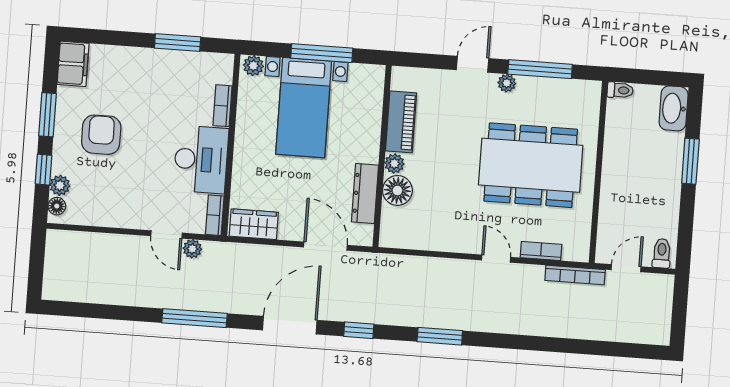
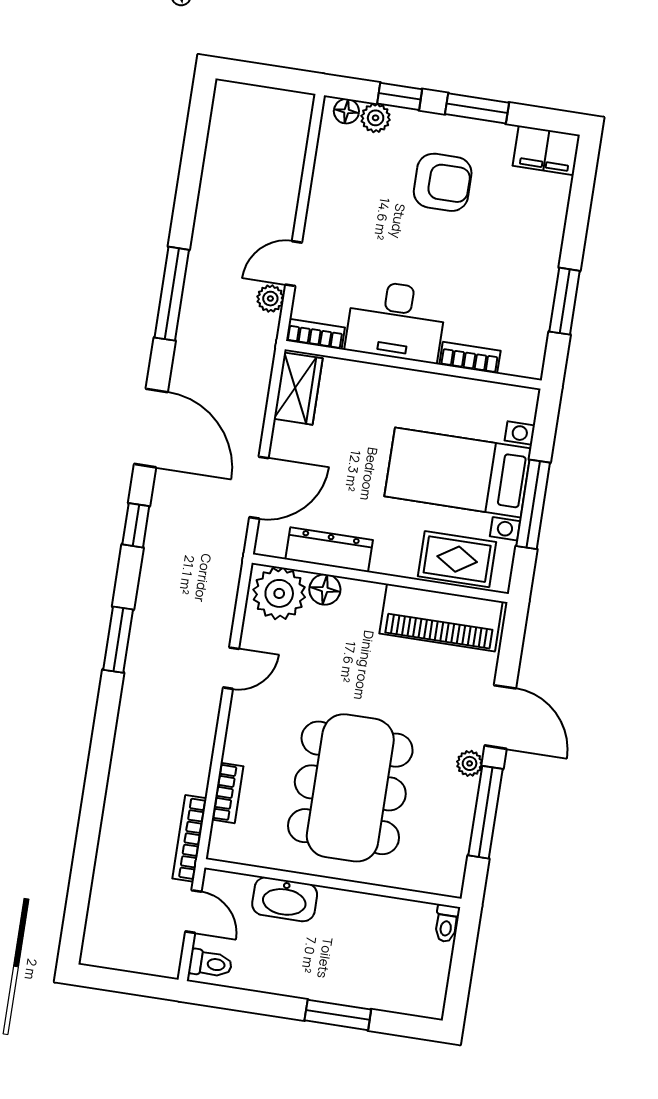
door: (473, 64) -> (500, 717), width x1.38
plant: (253, 66) -> (523, 406), removed
rug: (364, 103) -> (457, 559), added
washbasin: (674, 108) -> (285, 899), moved, turned 180
piano: (401, 122) -> (441, 618), width x1.37, depth x1.33
plant: (394, 163) -> (279, 593), moved, width x1.88, depth x1.88
floor lamp: (397, 190) -> (325, 589), width x0.73, depth x0.73
door: (496, 259) -> (231, 668), moved

